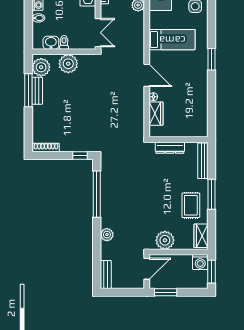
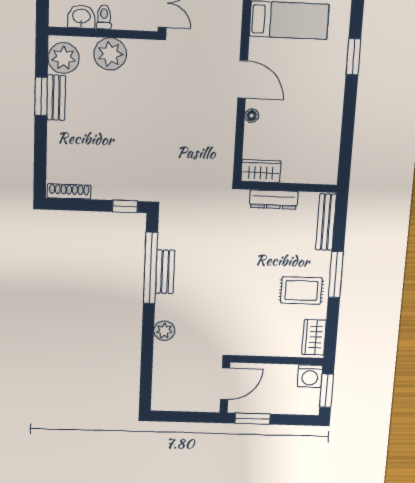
window: (28, 90) -> (41, 96), width x0.69
wardrobe: (156, 114) -> (261, 171), moved, turned -90
rug: (191, 205) -> (301, 290), turned 90
plant: (165, 240) -> (256, 342), removed
bench: (106, 274) -> (165, 272), moved

